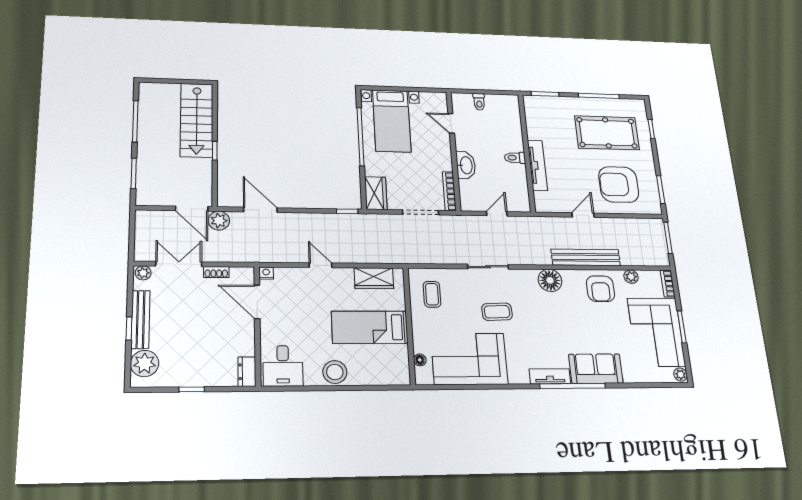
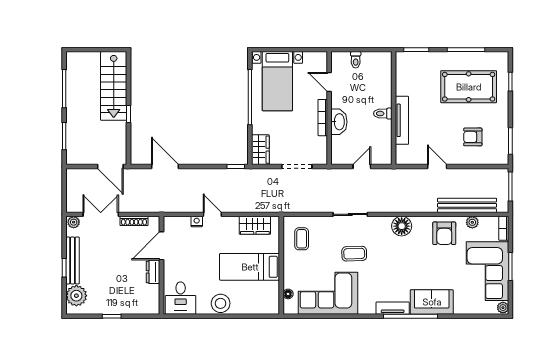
armchair: (619, 185) -> (473, 137), width x0.53, depth x0.53
bookcase: (449, 191) -> (323, 118), moved
door: (583, 215) -> (437, 166), hinge flipped
plant: (219, 221) -> (132, 177), removed
bench: (586, 257) -> (467, 205), moved
shoe rack: (216, 272) -> (134, 221), width x1.43
nightstand: (266, 273) -> (197, 221), moved
door: (257, 302) -> (161, 246), hinge flipped
dresser: (247, 372) -> (153, 272), moved

